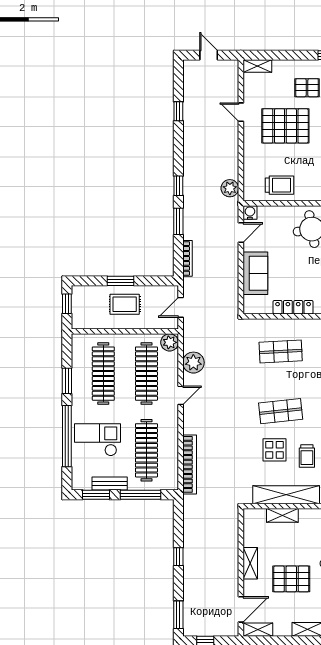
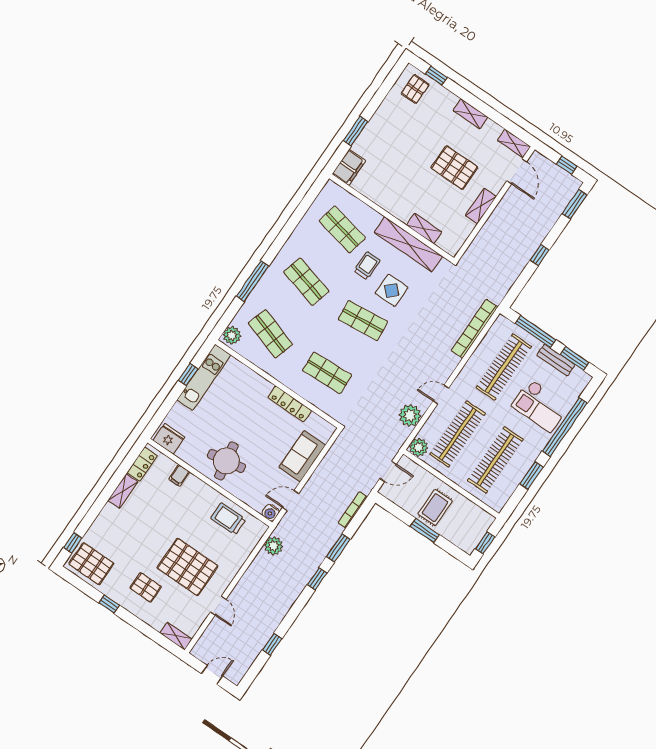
door: (209, 55) -> (212, 675), swing flipped
rug: (125, 304) -> (435, 508), turned 90
door: (241, 609) -> (517, 171), swing flipped

